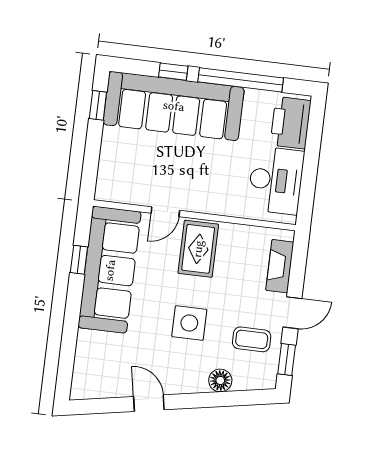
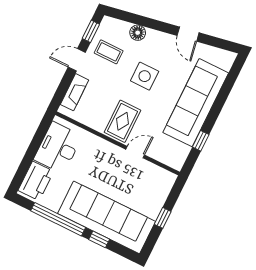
window: (98, 105) -> (163, 218), moved
sofa: (110, 270) -> (196, 103), moved

